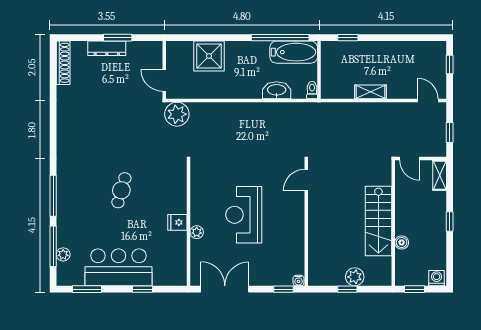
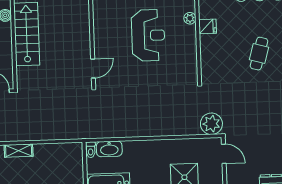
washbasin: (277, 90) -> (109, 149), moved
shelving: (371, 92) -> (19, 151), moved

